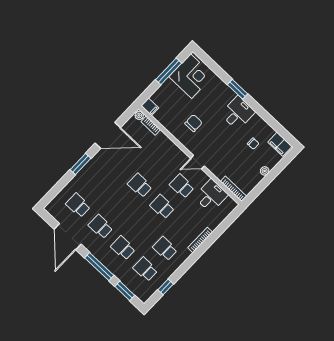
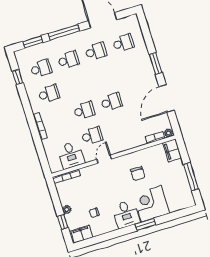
corner desk: (191, 76) -> (151, 204), moved, turned 90
filing cabinet: (150, 107) -> (172, 150), width x2.00
window: (278, 168) -> (63, 222), added

